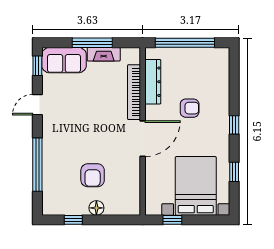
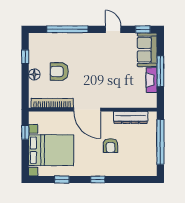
bookcase: (134, 92) -> (52, 103), moved

